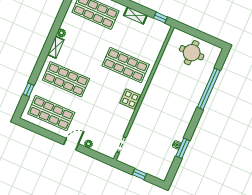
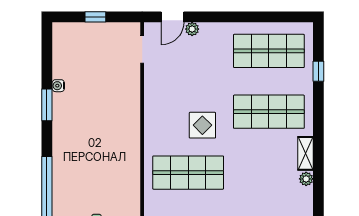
display table: (130, 99) -> (202, 125), moved
door: (71, 144) -> (173, 17), moved
window: (183, 148) -> (47, 105), moved

